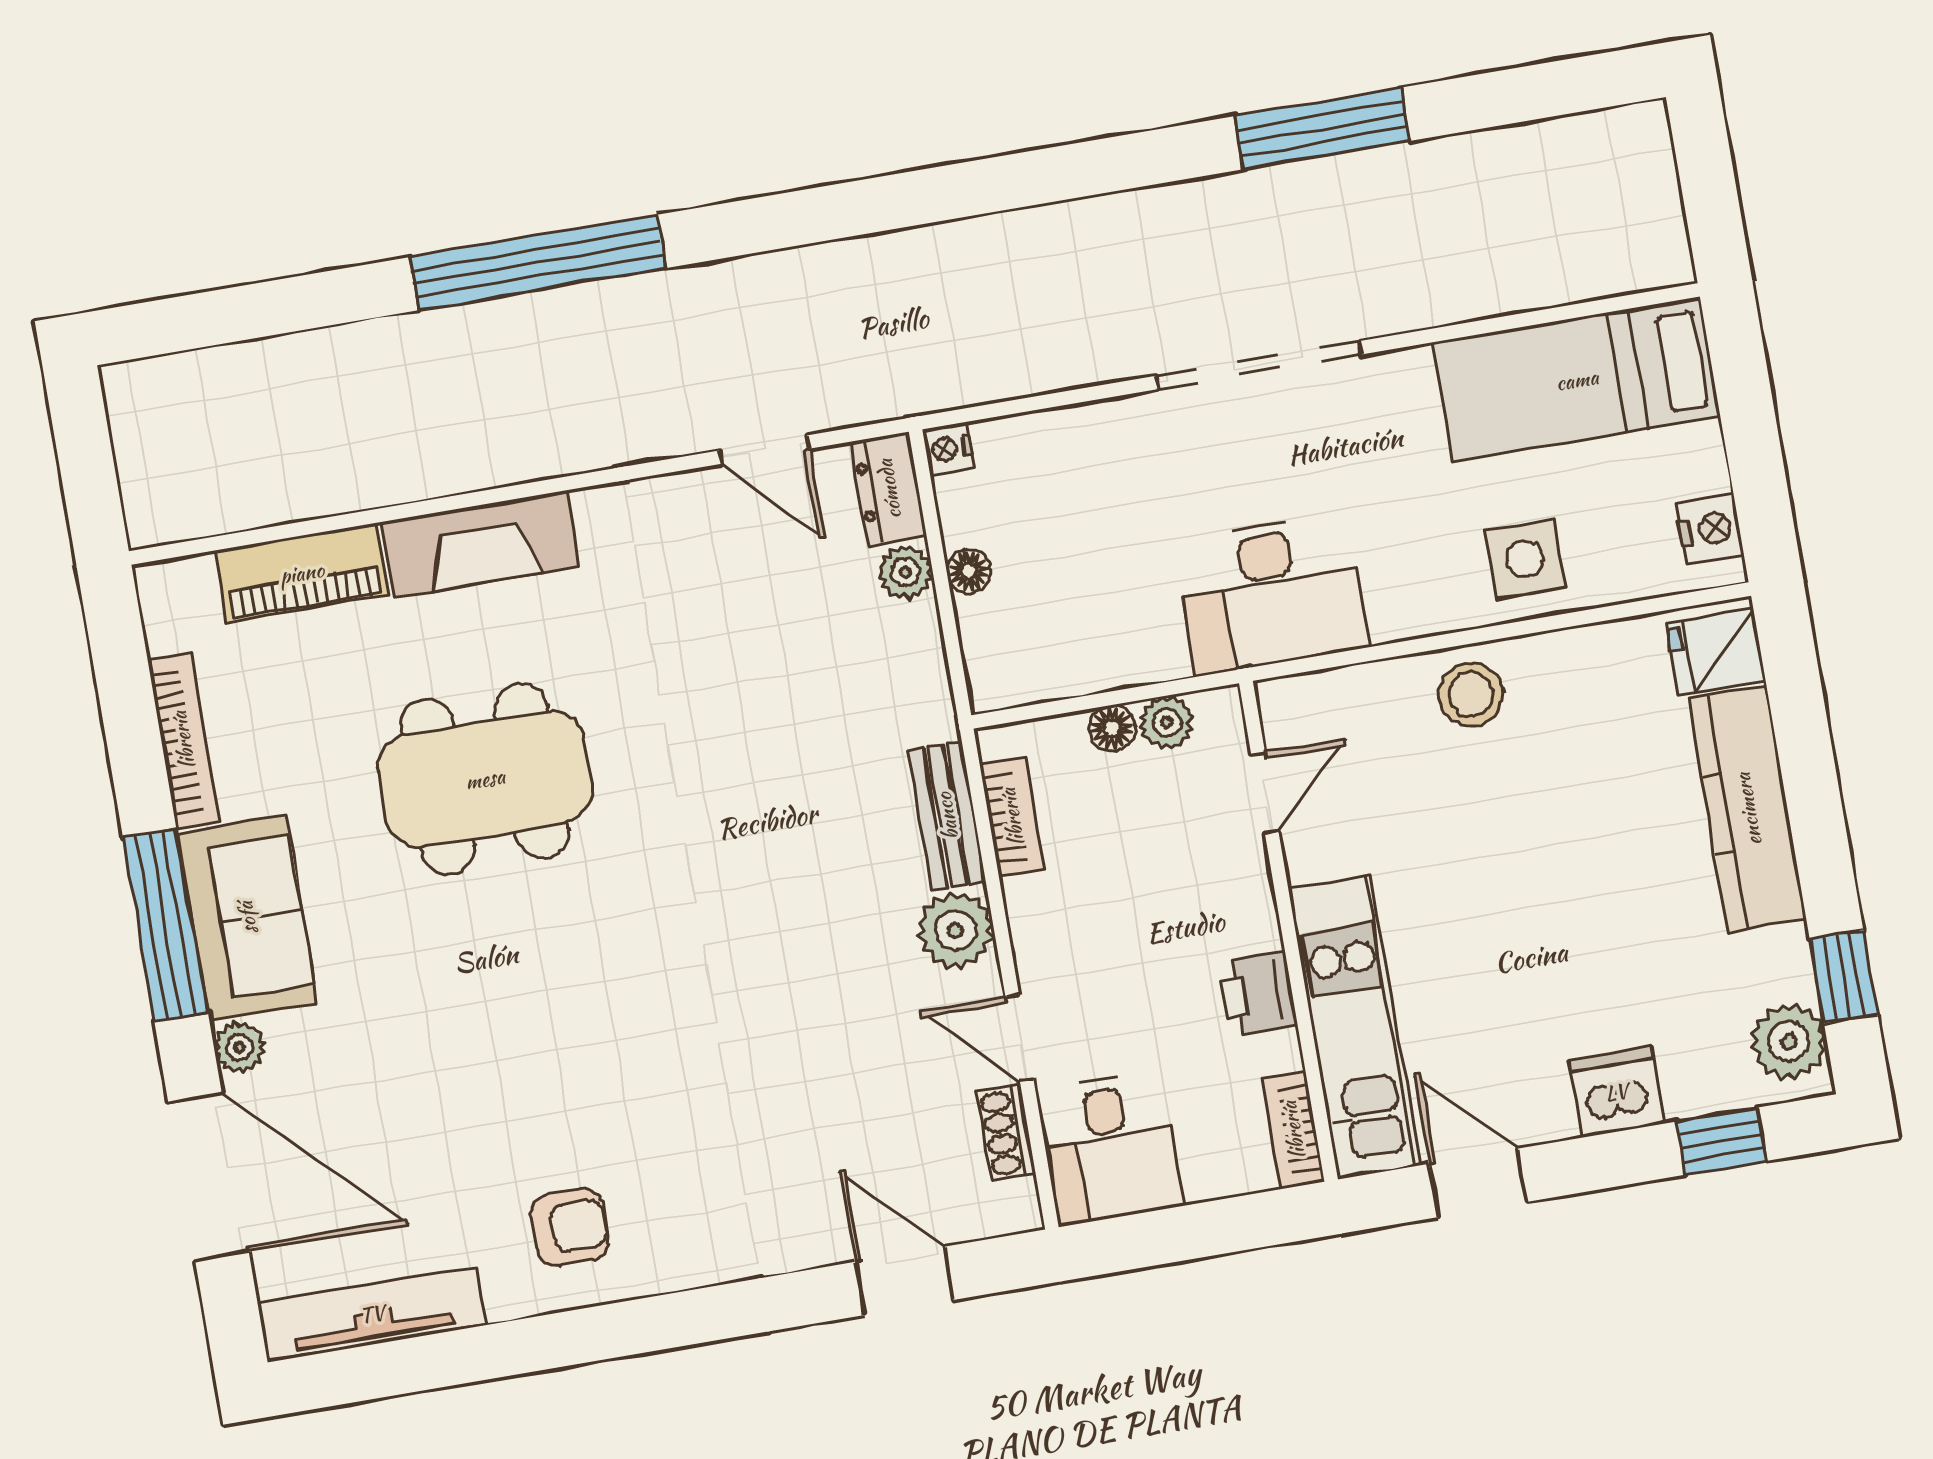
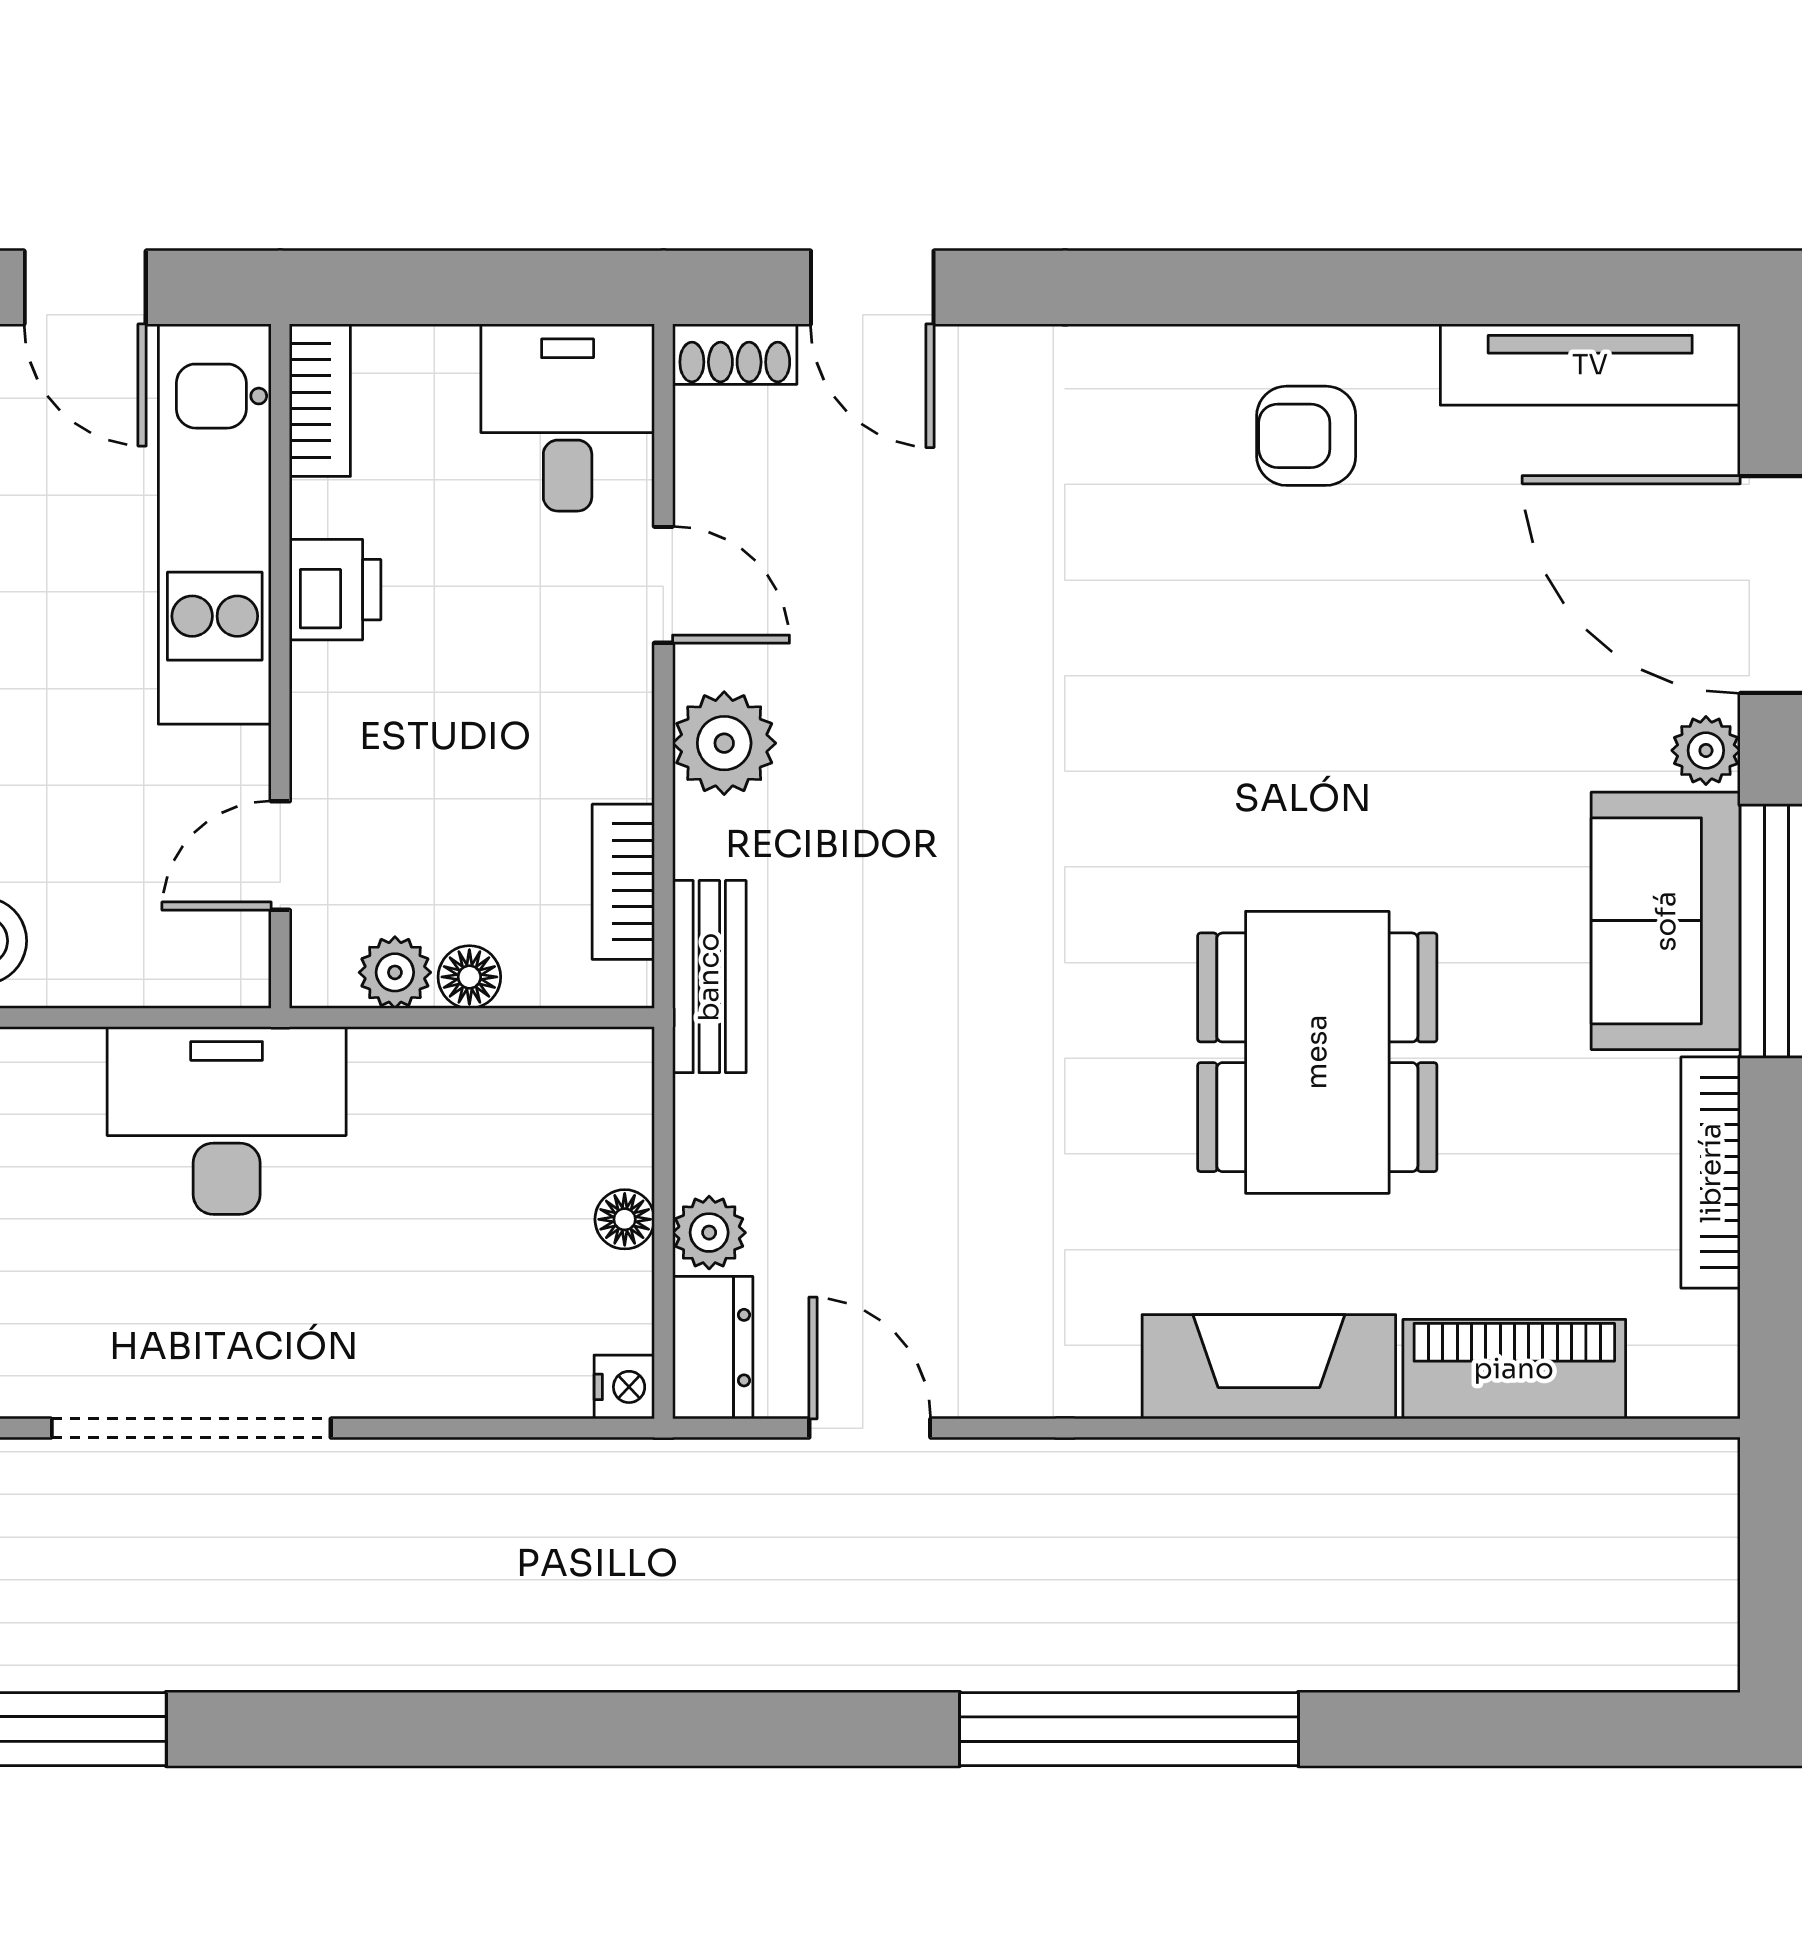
dining table: (485, 779) -> (1317, 1052), turned 90
bench: (947, 816) -> (709, 977), moved
shoe rack: (1006, 1133) -> (735, 354), moved, turned 90

